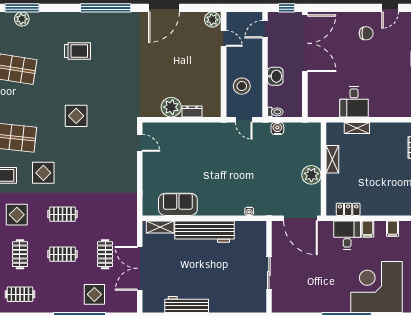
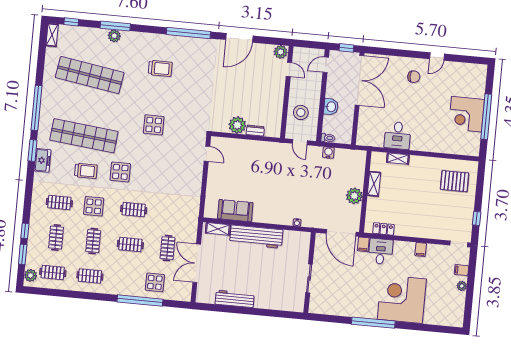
filing cabinet: (368, 229) -> (363, 244), moved

